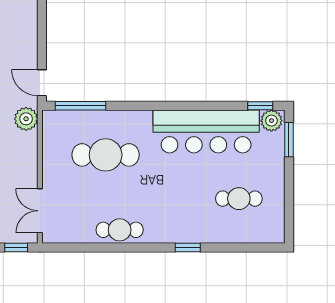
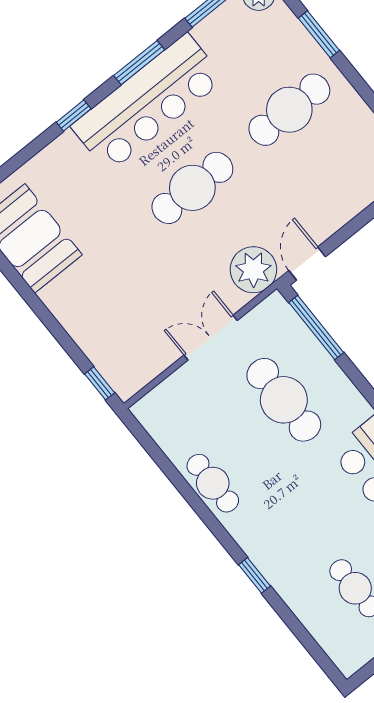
plant: (26, 119) -> (253, 270), width x1.36, depth x1.36
double door: (40, 211) -> (211, 338), moved

